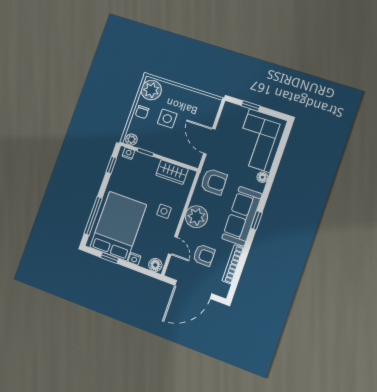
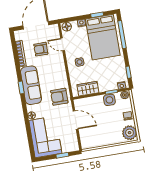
side table: (167, 119) -> (109, 100), moved
plant: (196, 217) -> (58, 70), removed

